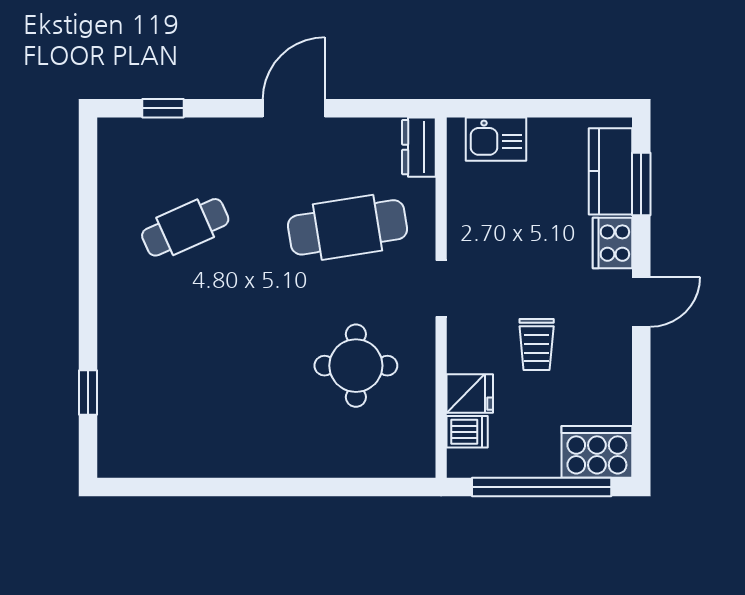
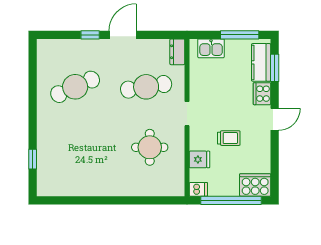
window: (163, 108) -> (90, 35), moved
window: (562, 108) -> (240, 35), added
cafe table: (185, 227) -> (75, 87), width x1.37, depth x1.35
trolley: (537, 345) -> (229, 138), turned -90
dishwasher: (467, 432) -> (198, 189), moved

